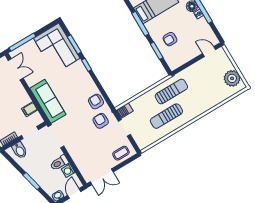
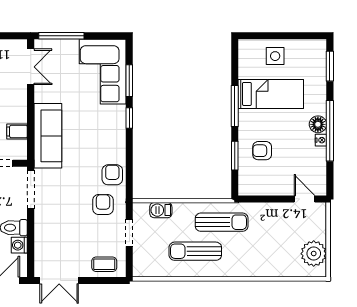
barbecue: (125, 111) -> (161, 210), moved

